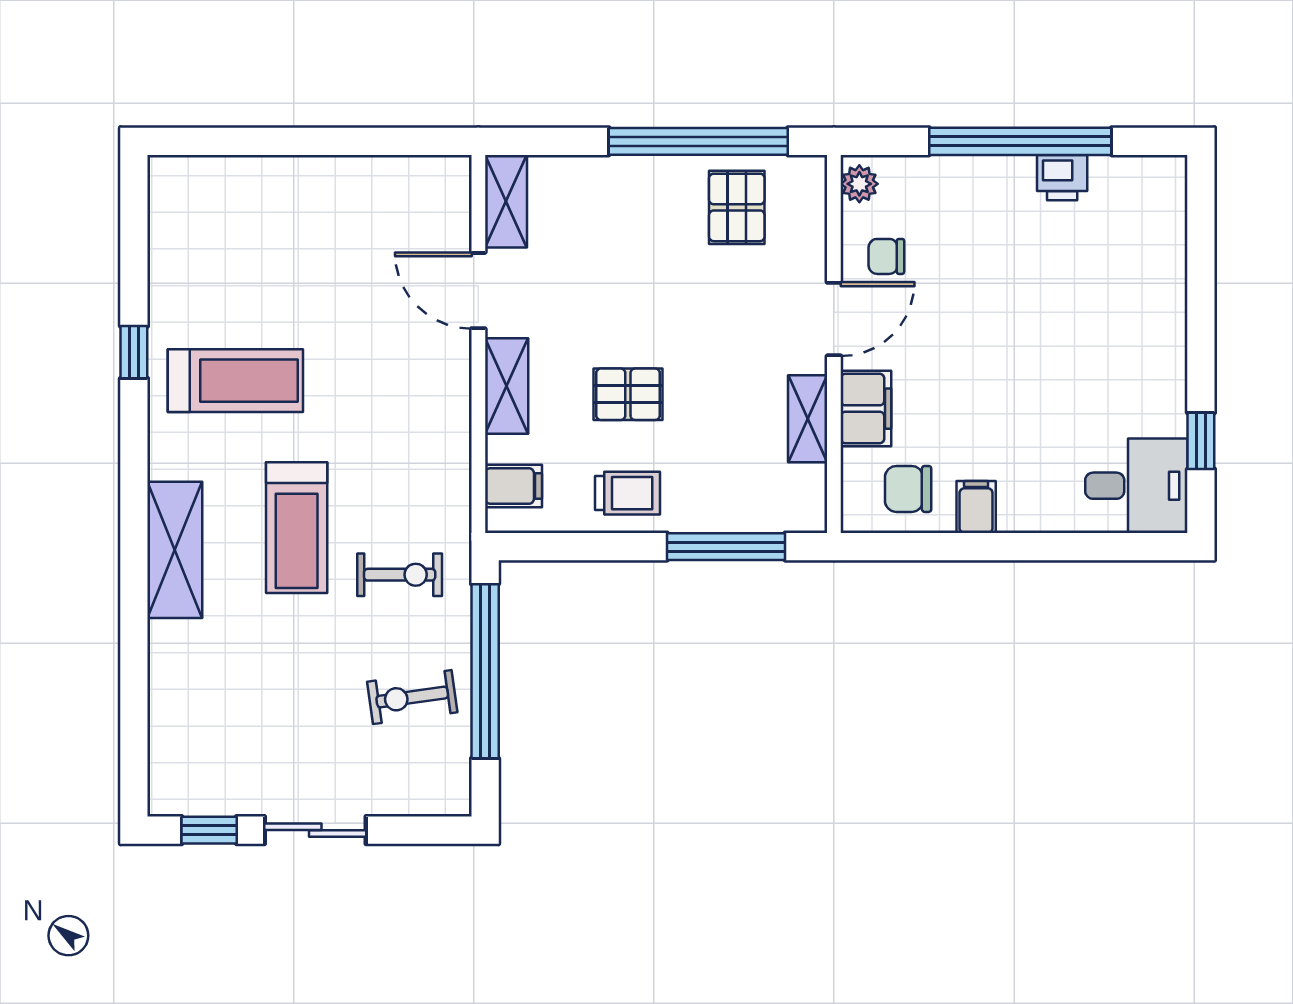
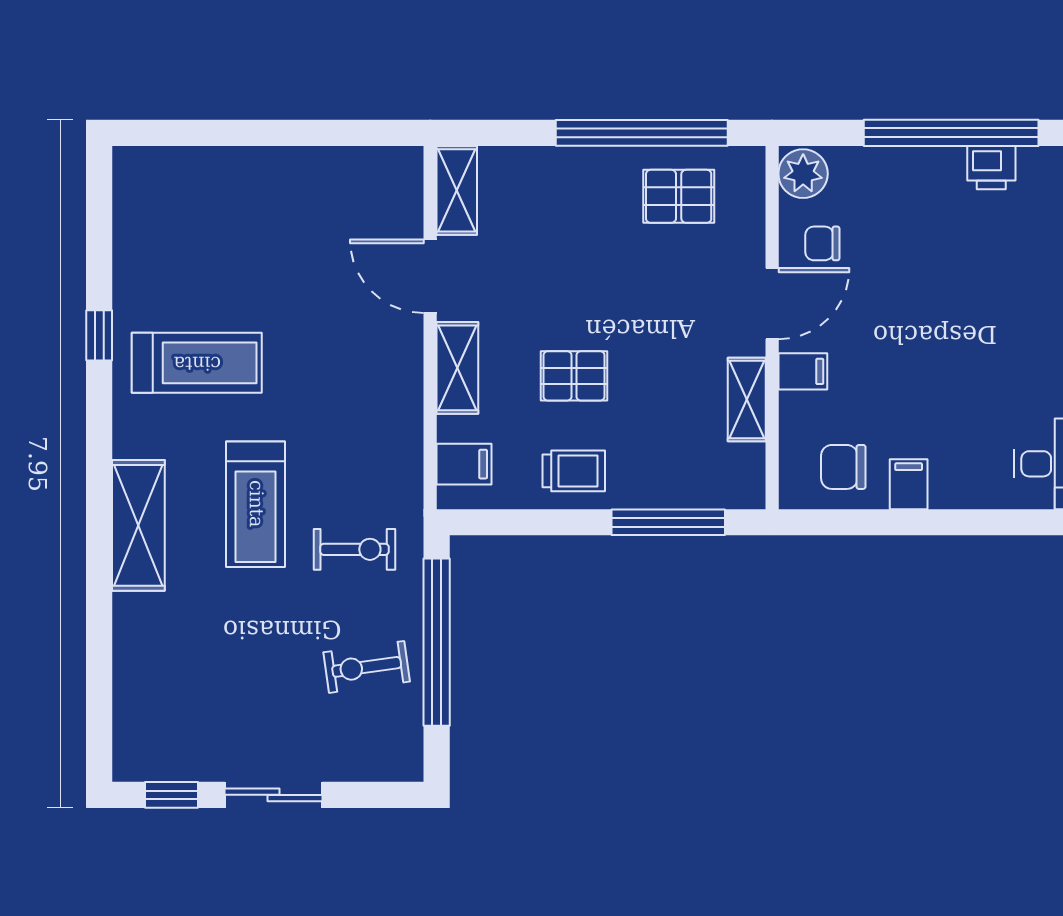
plant: (859, 184) -> (803, 174), width x1.38, depth x1.38
pallet: (737, 207) -> (679, 196), turned 90
filing cabinet: (866, 409) -> (803, 371), width x0.50

